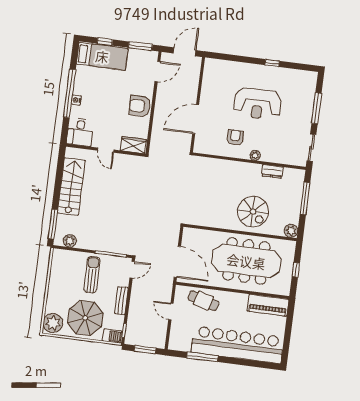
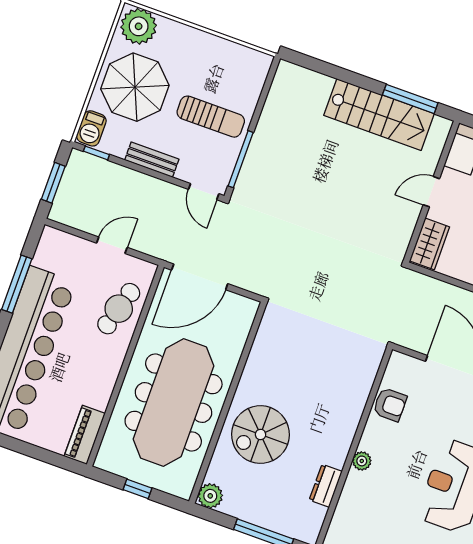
armchair: (235, 138) -> (390, 405), moved
window: (53, 224) -> (410, 99), moved
plant: (70, 241) -> (281, 90), removed
piano: (268, 305) -> (85, 435), width x0.73, depth x0.75

